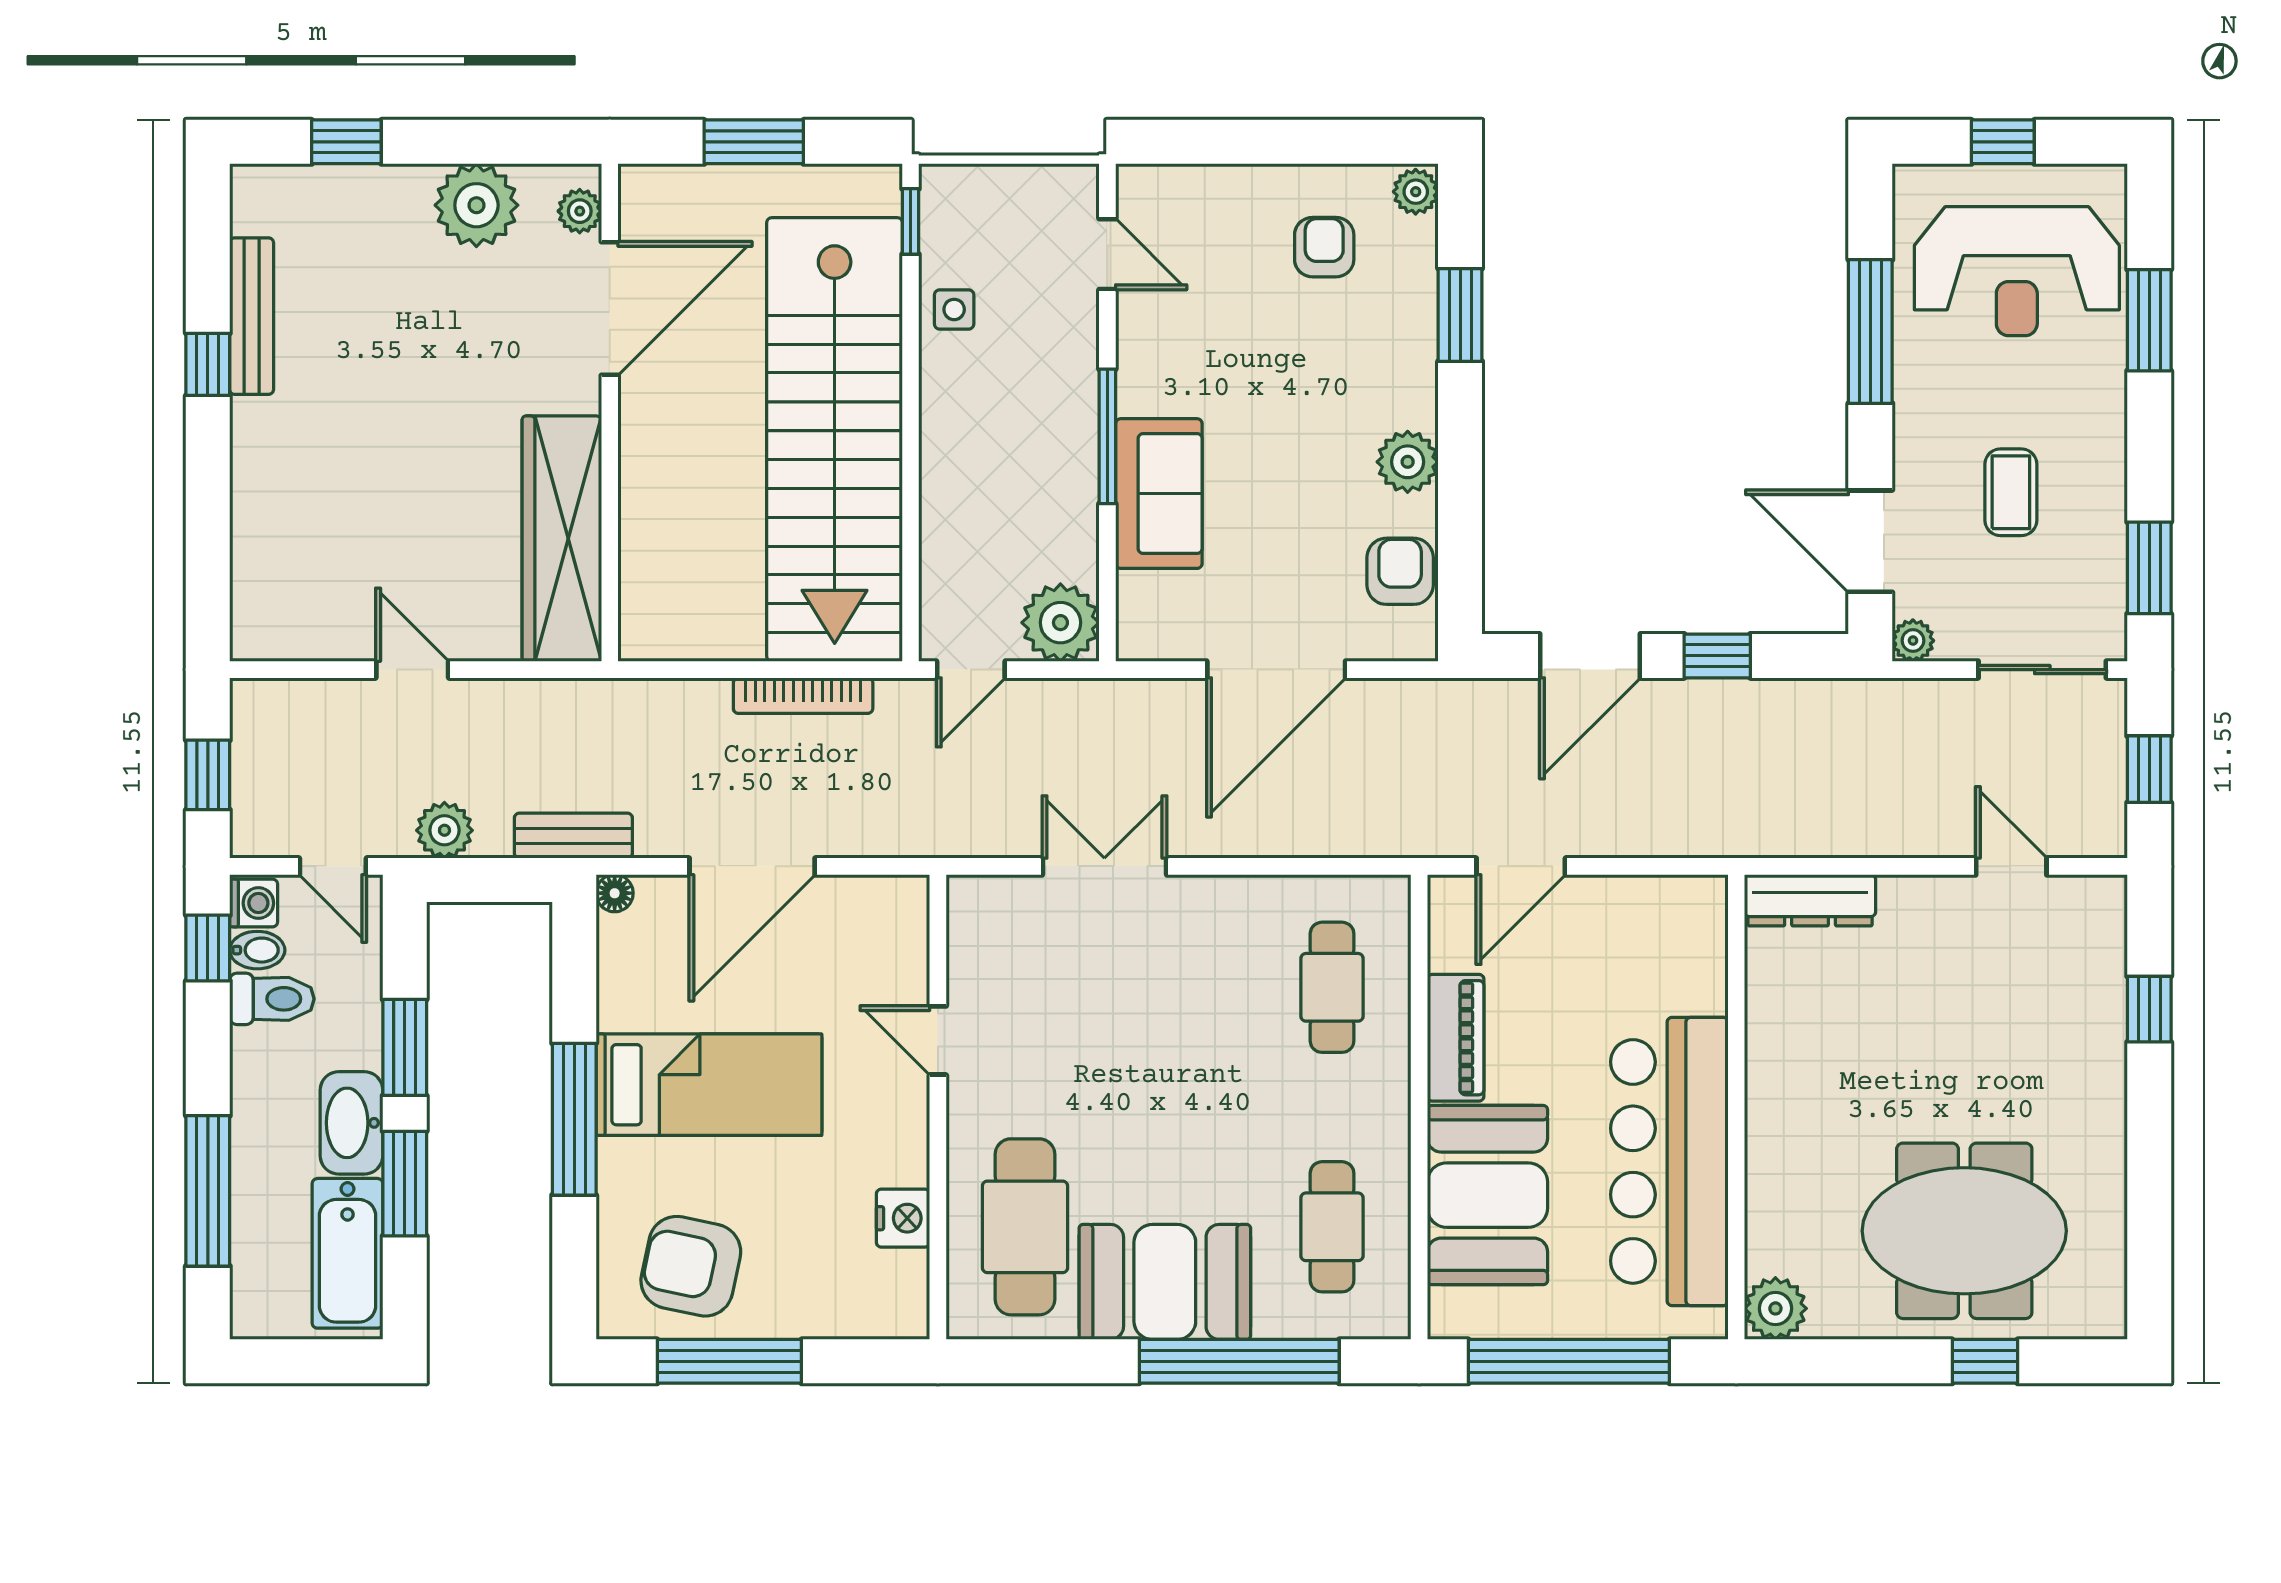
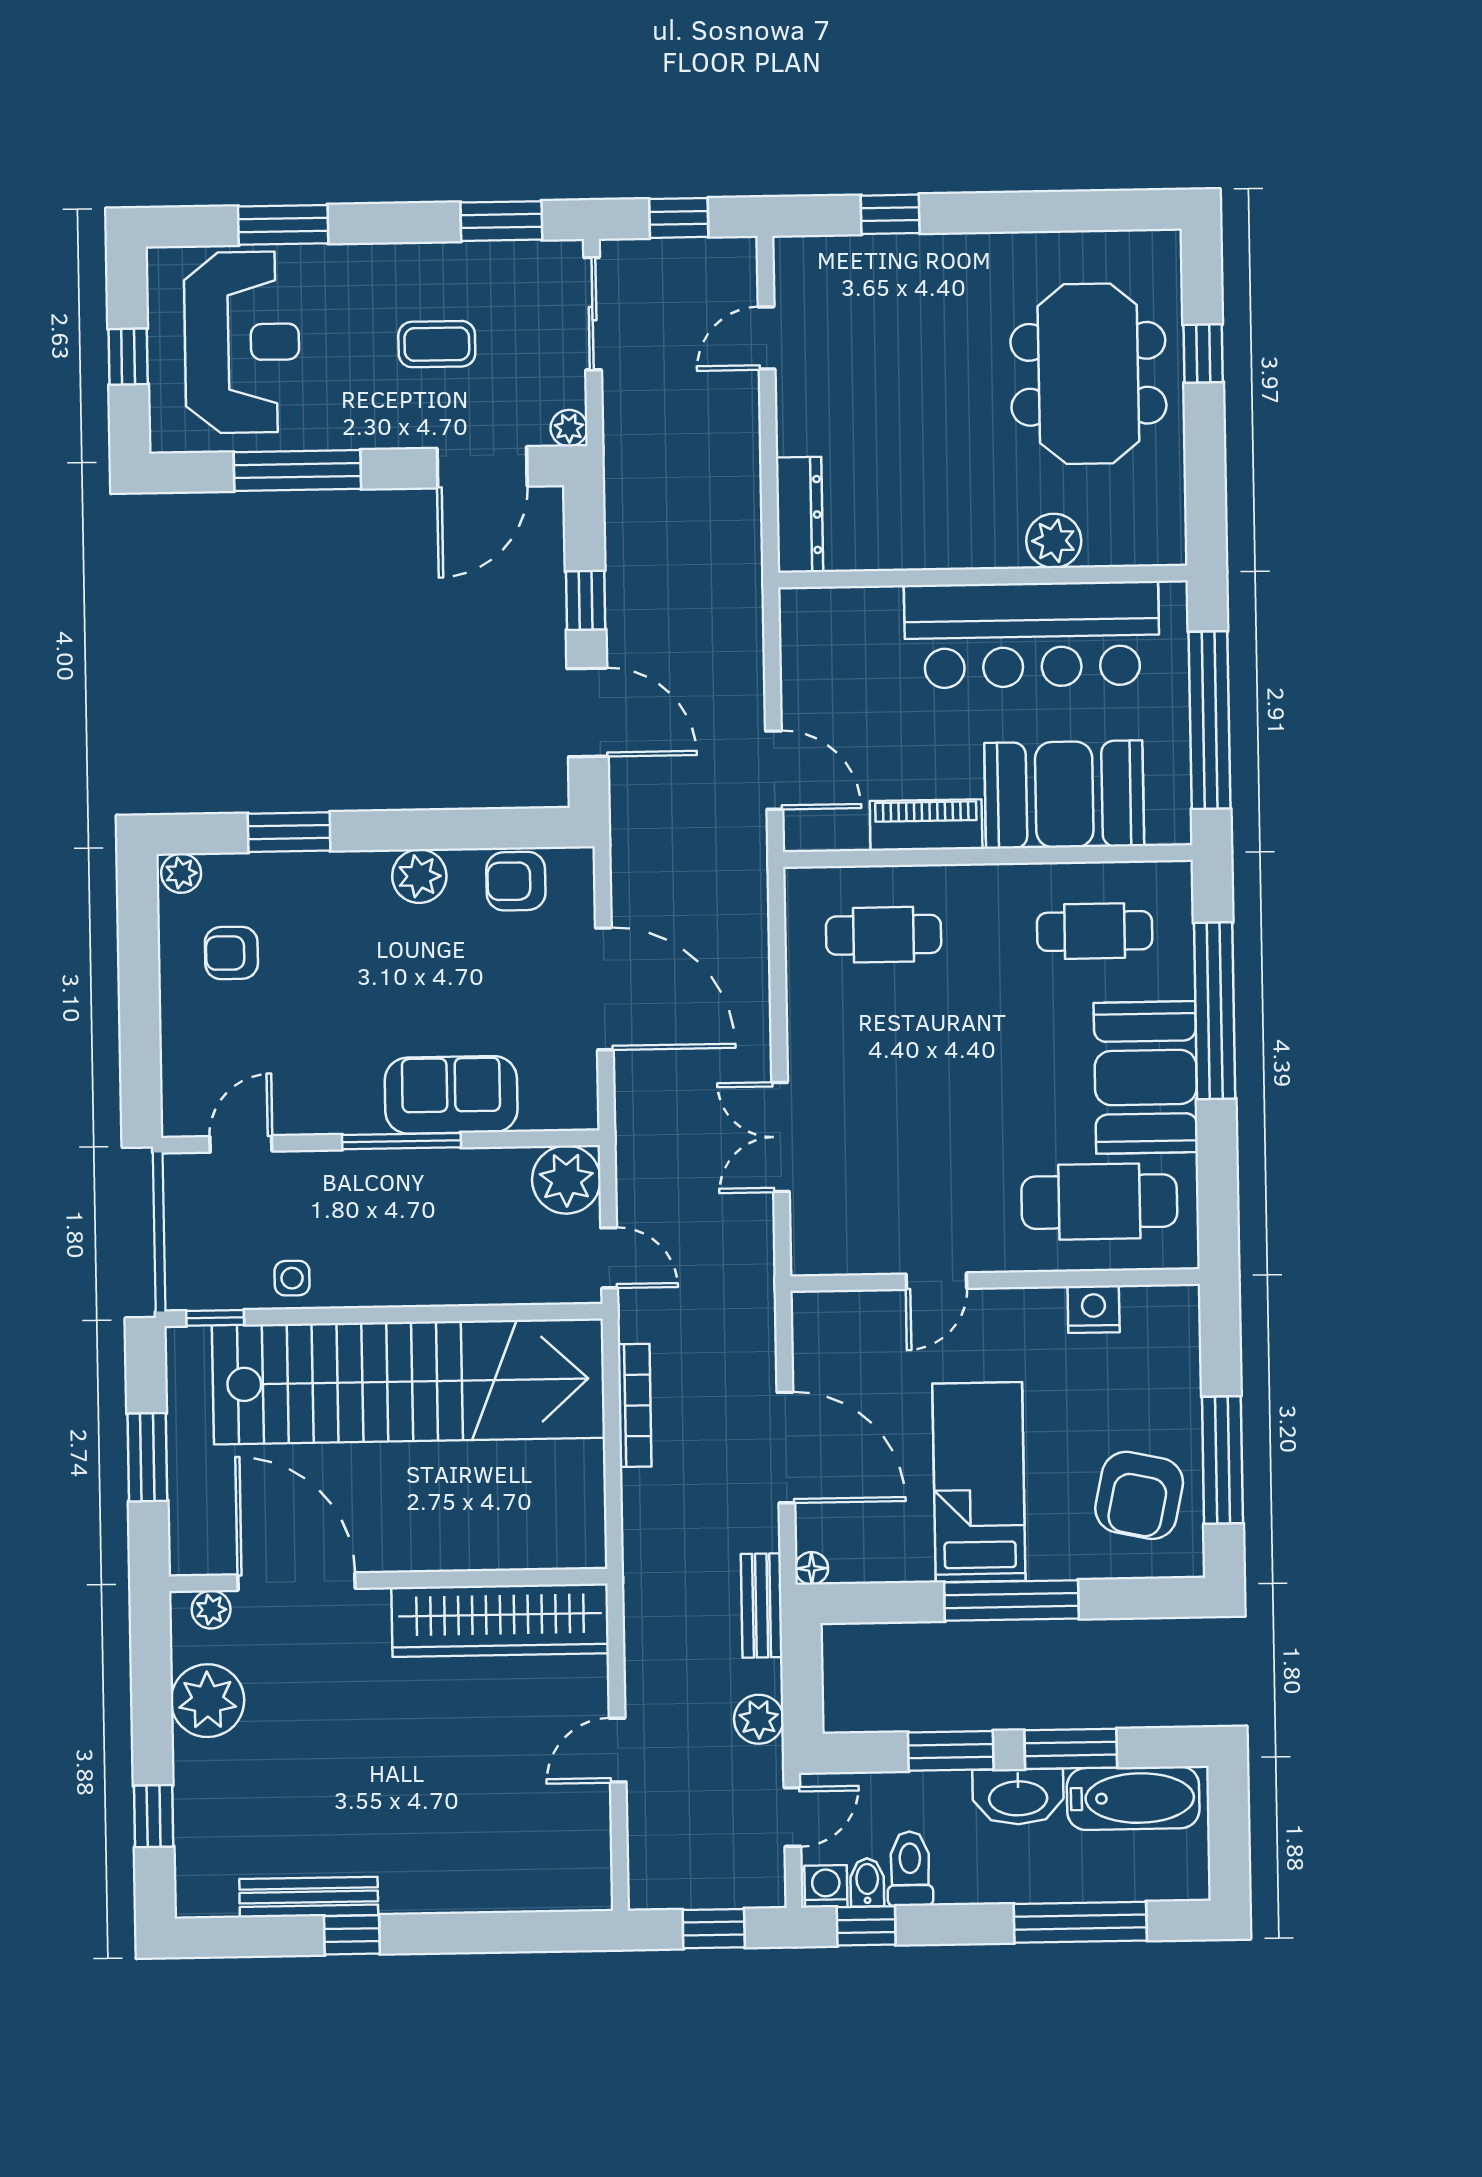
plant: (1775, 1308) -> (1054, 541), moved

